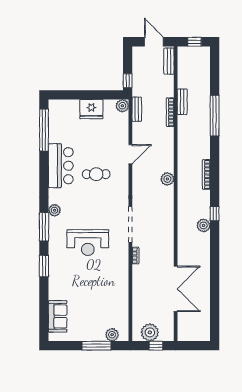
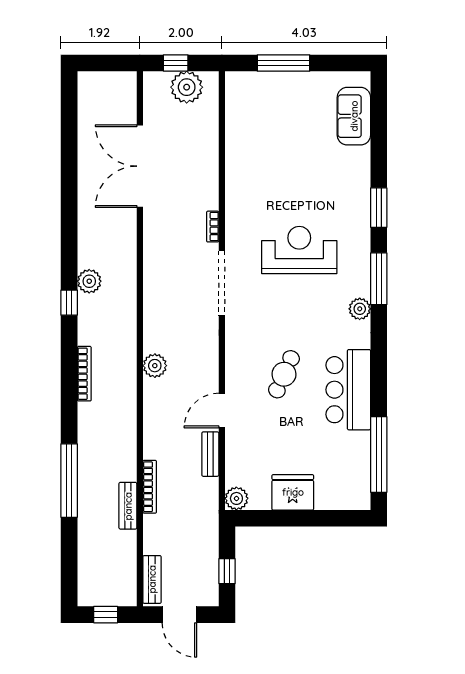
window: (128, 81) -> (227, 571), moved
bench: (137, 109) -> (210, 454), moved
cafe table: (96, 174) -> (284, 374), turned -66
plant: (112, 335) -> (255, 83), removed

